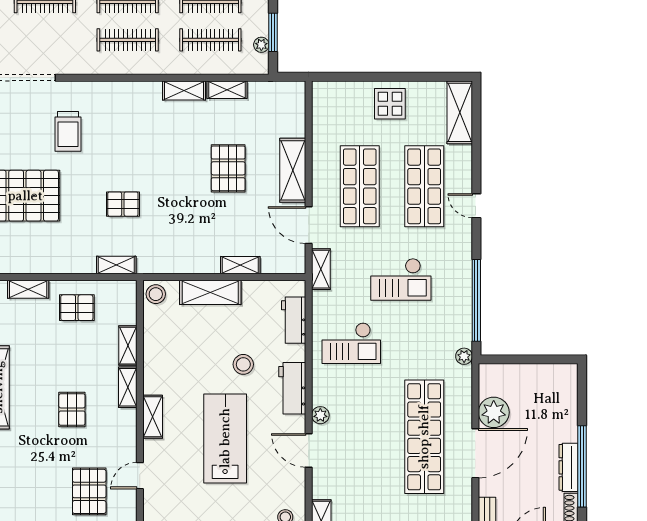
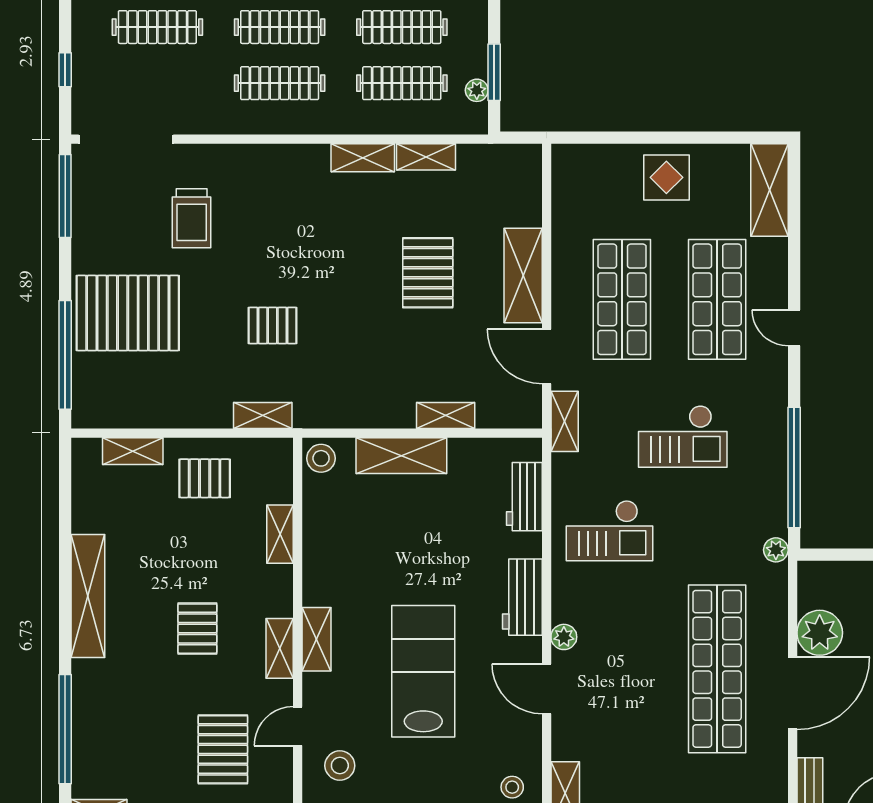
stool: (243, 364) -> (340, 766), moved
shelving: (128, 387) -> (280, 648), moved

